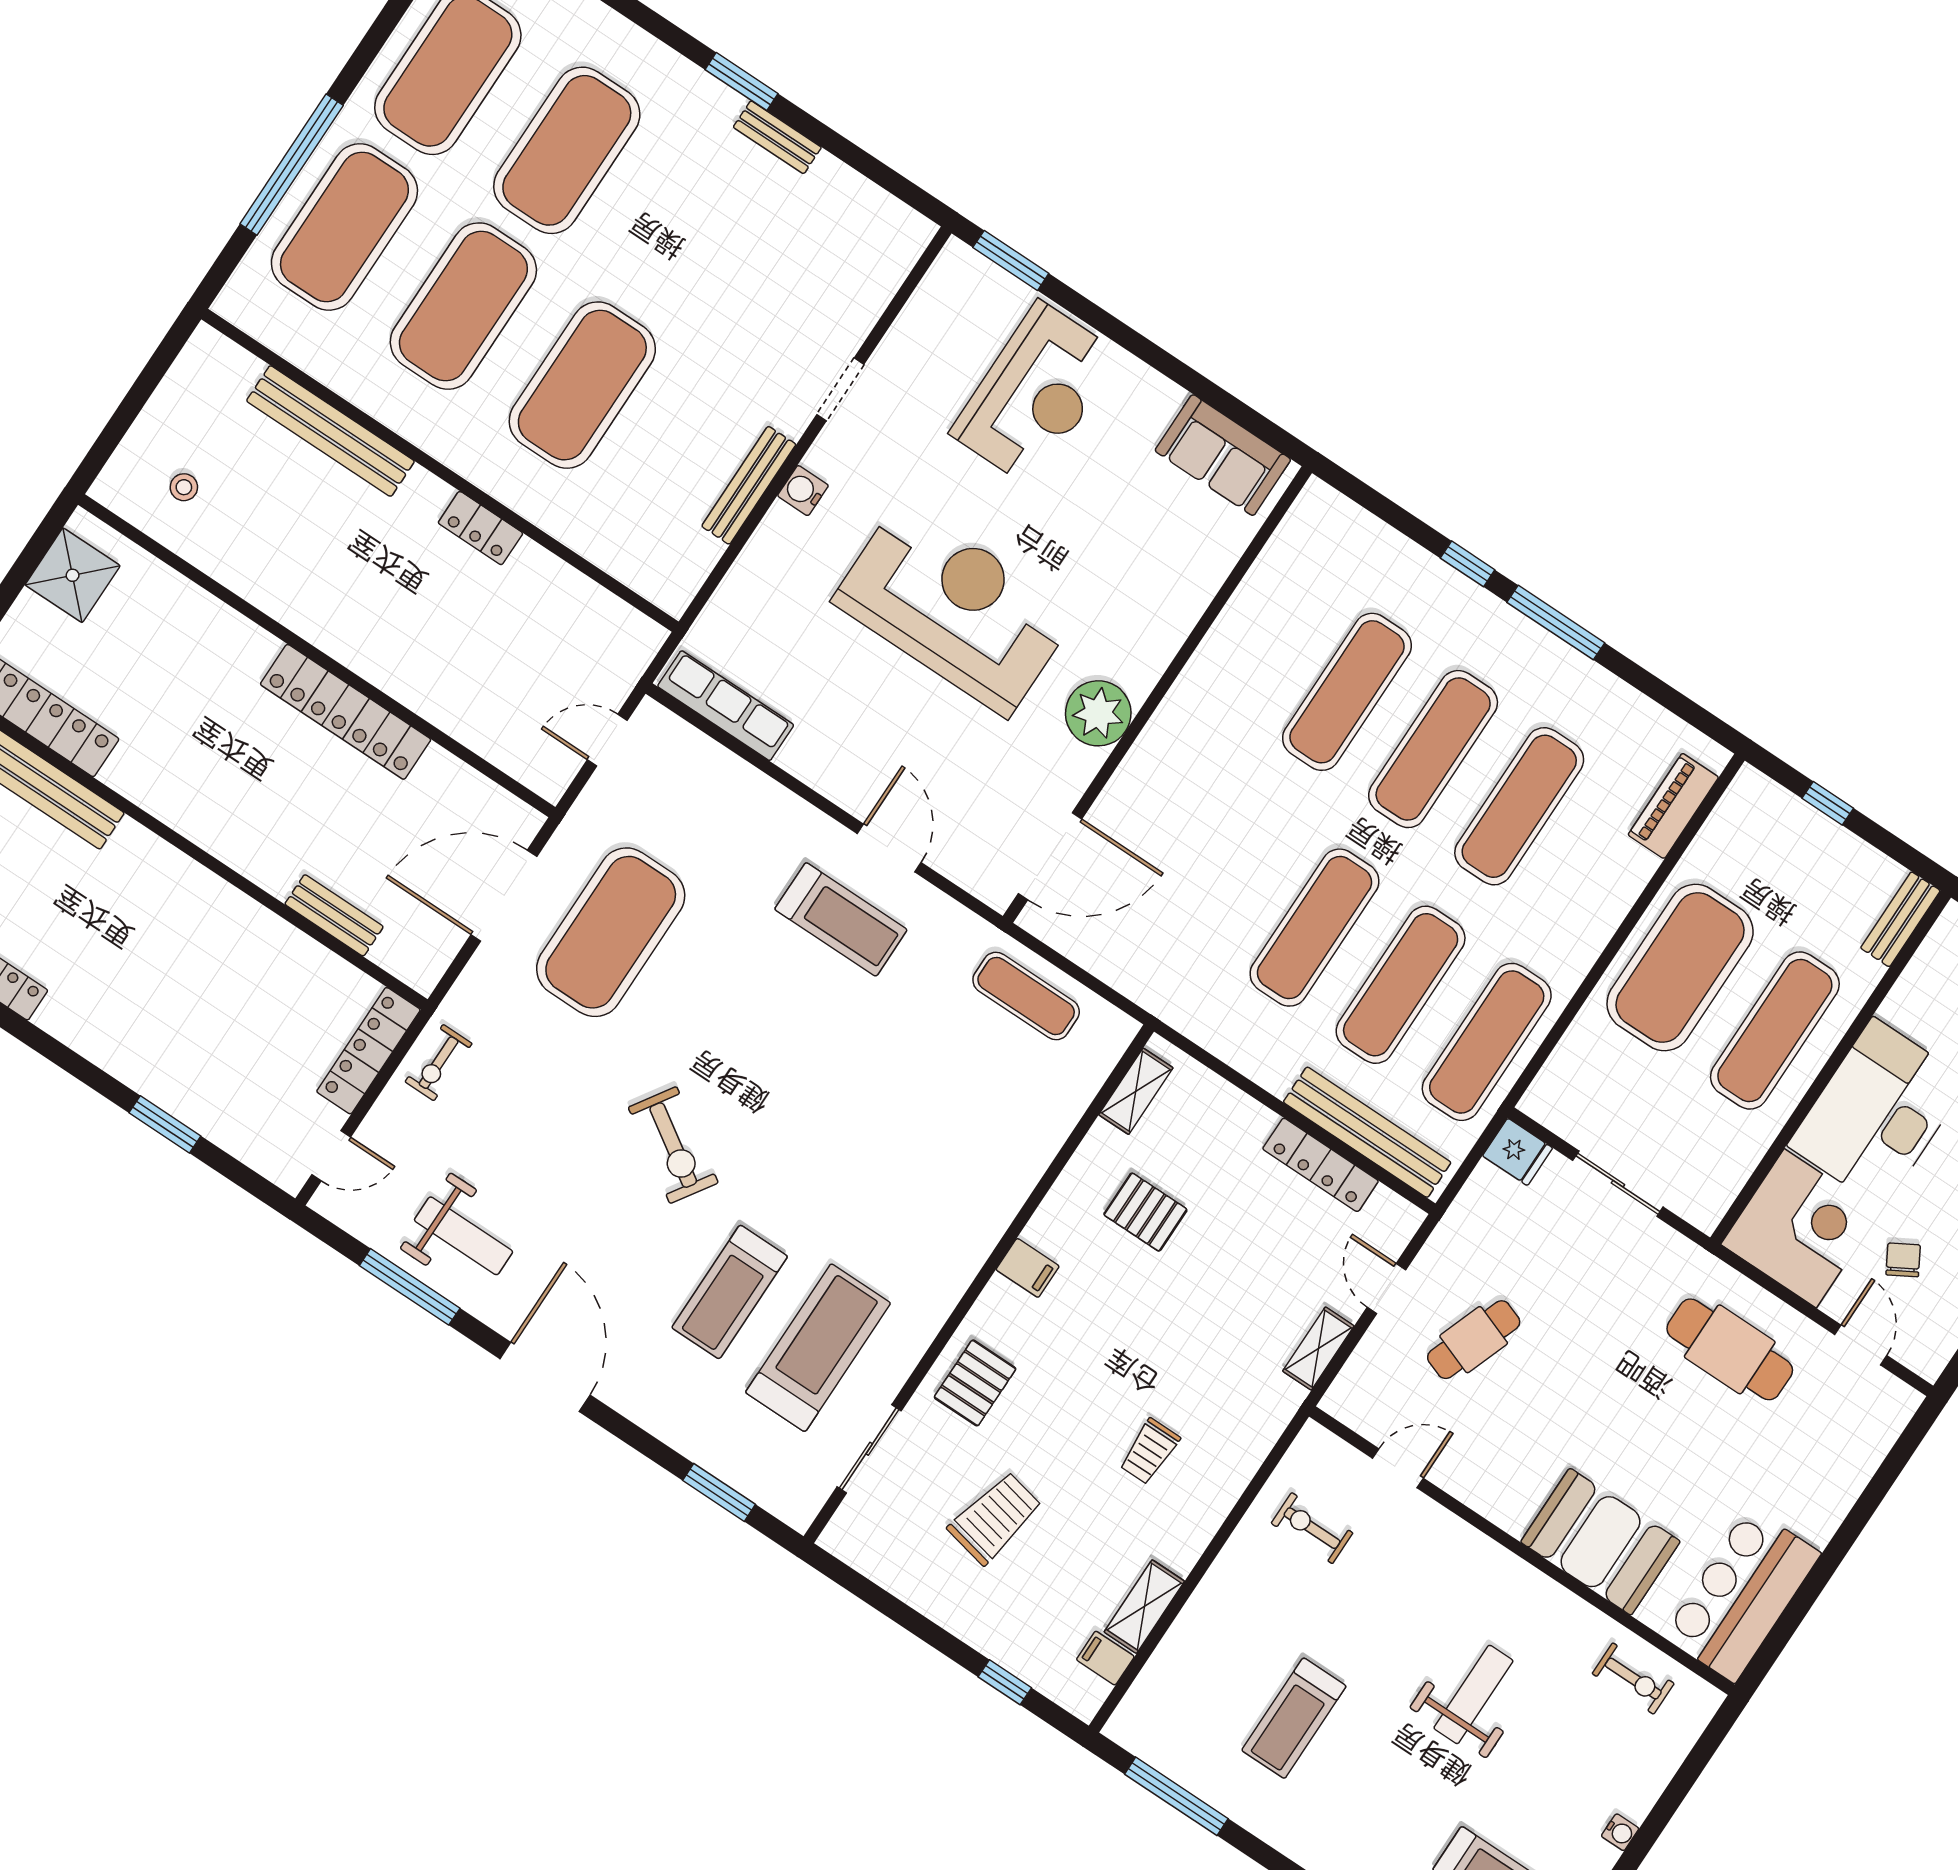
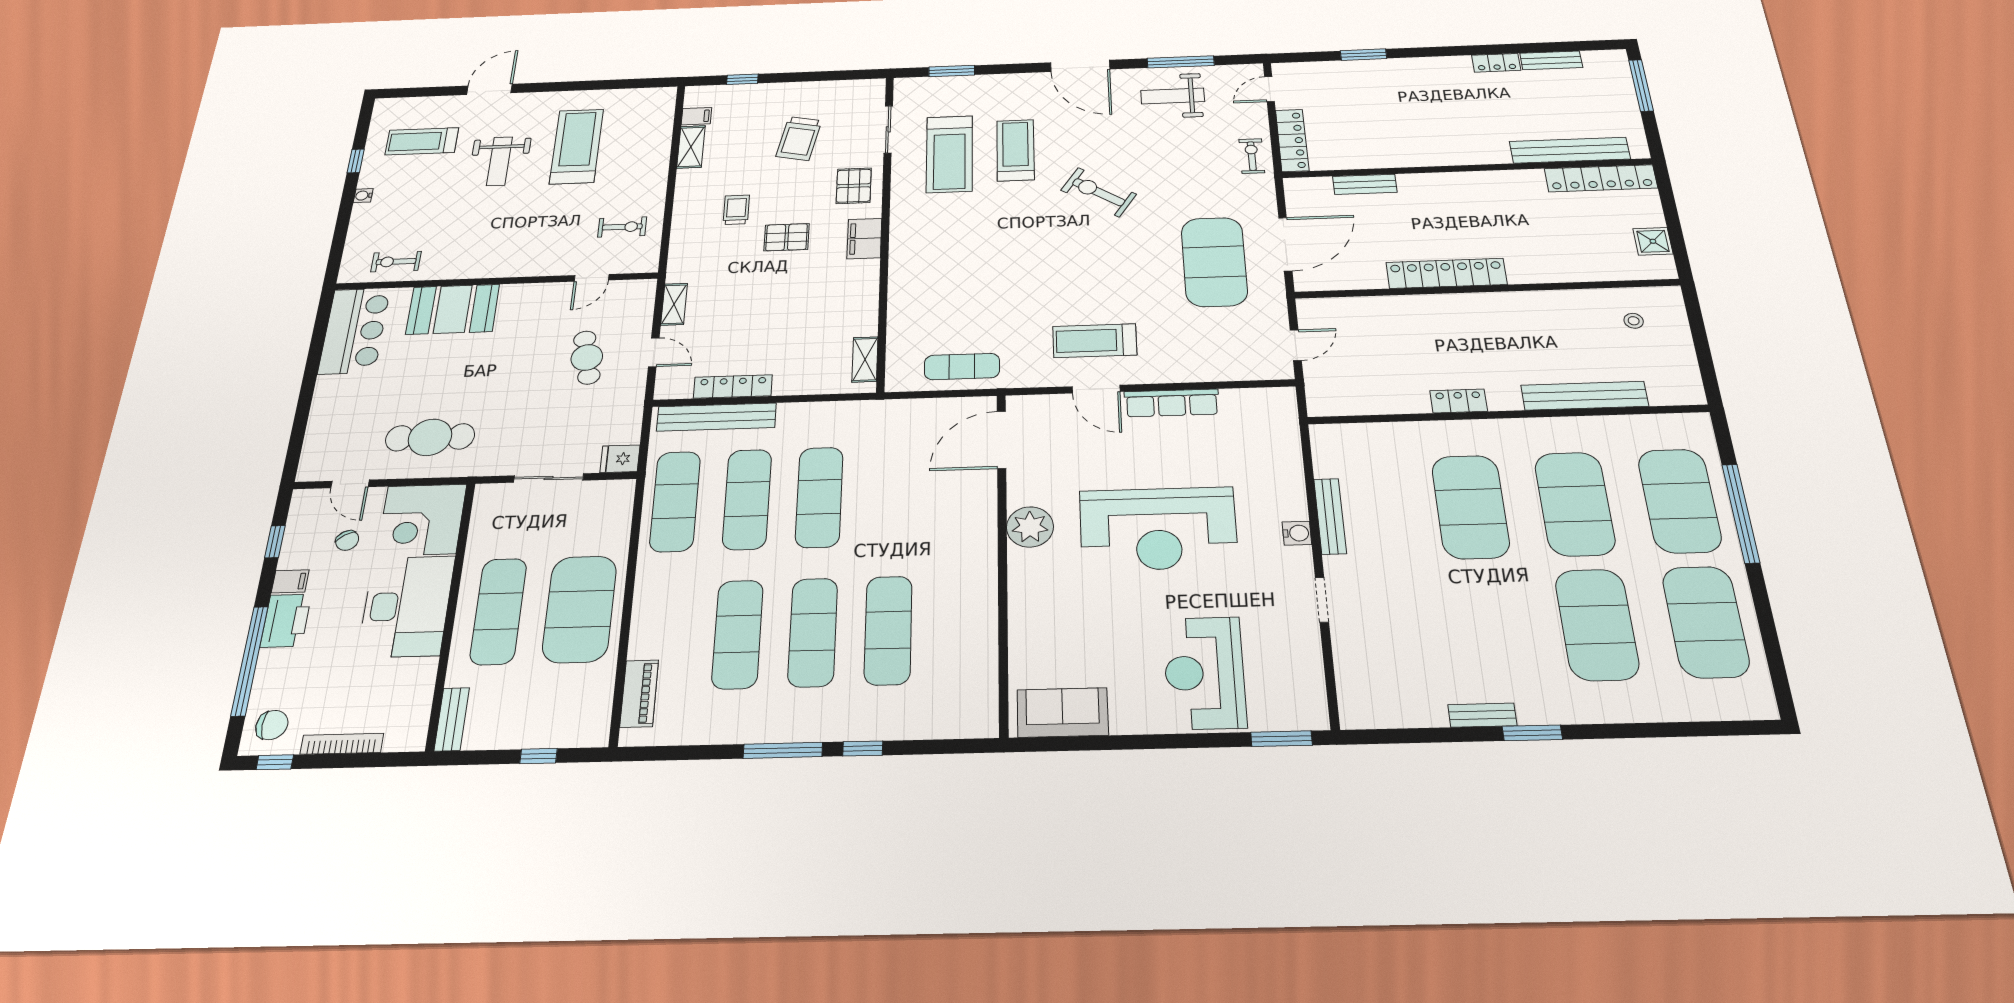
shower: (73, 575) -> (1653, 241), width x0.73, depth x0.73
row of seats: (726, 706) -> (1172, 403), moved
pallet: (1145, 1212) -> (787, 237), moved
filing cabinet: (1028, 1268) -> (864, 239), width x2.00
cafe table: (1474, 1340) -> (587, 358), turned -31
weight bench: (1473, 1694) -> (499, 161), moved
treadmill: (1294, 1718) -> (577, 146), width x1.37, depth x1.38
window: (1176, 1796) -> (618, 84), removed

